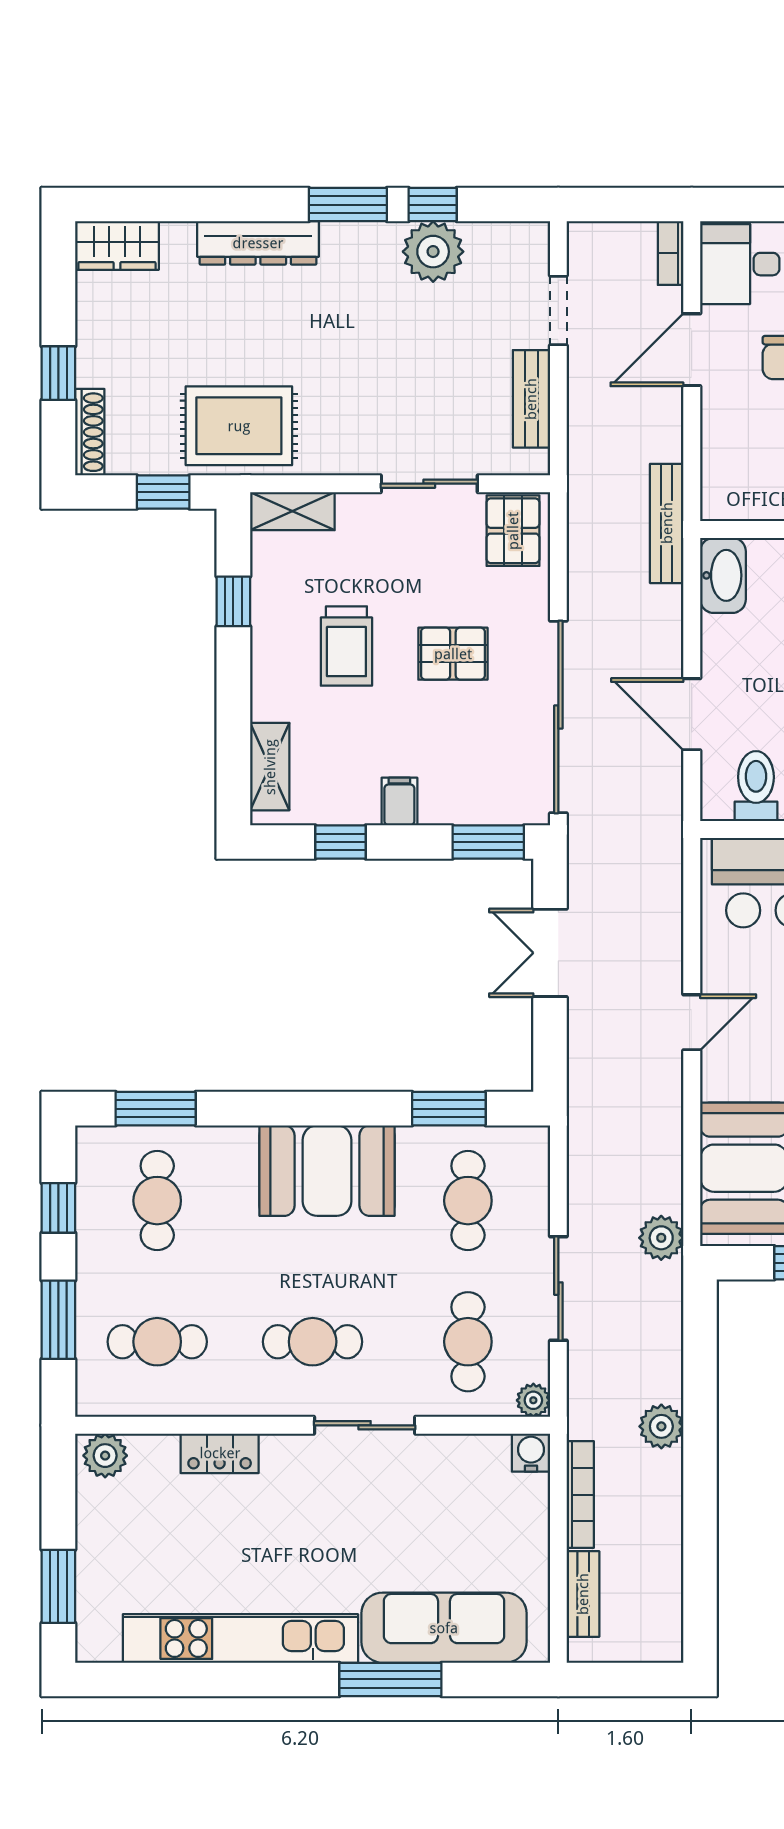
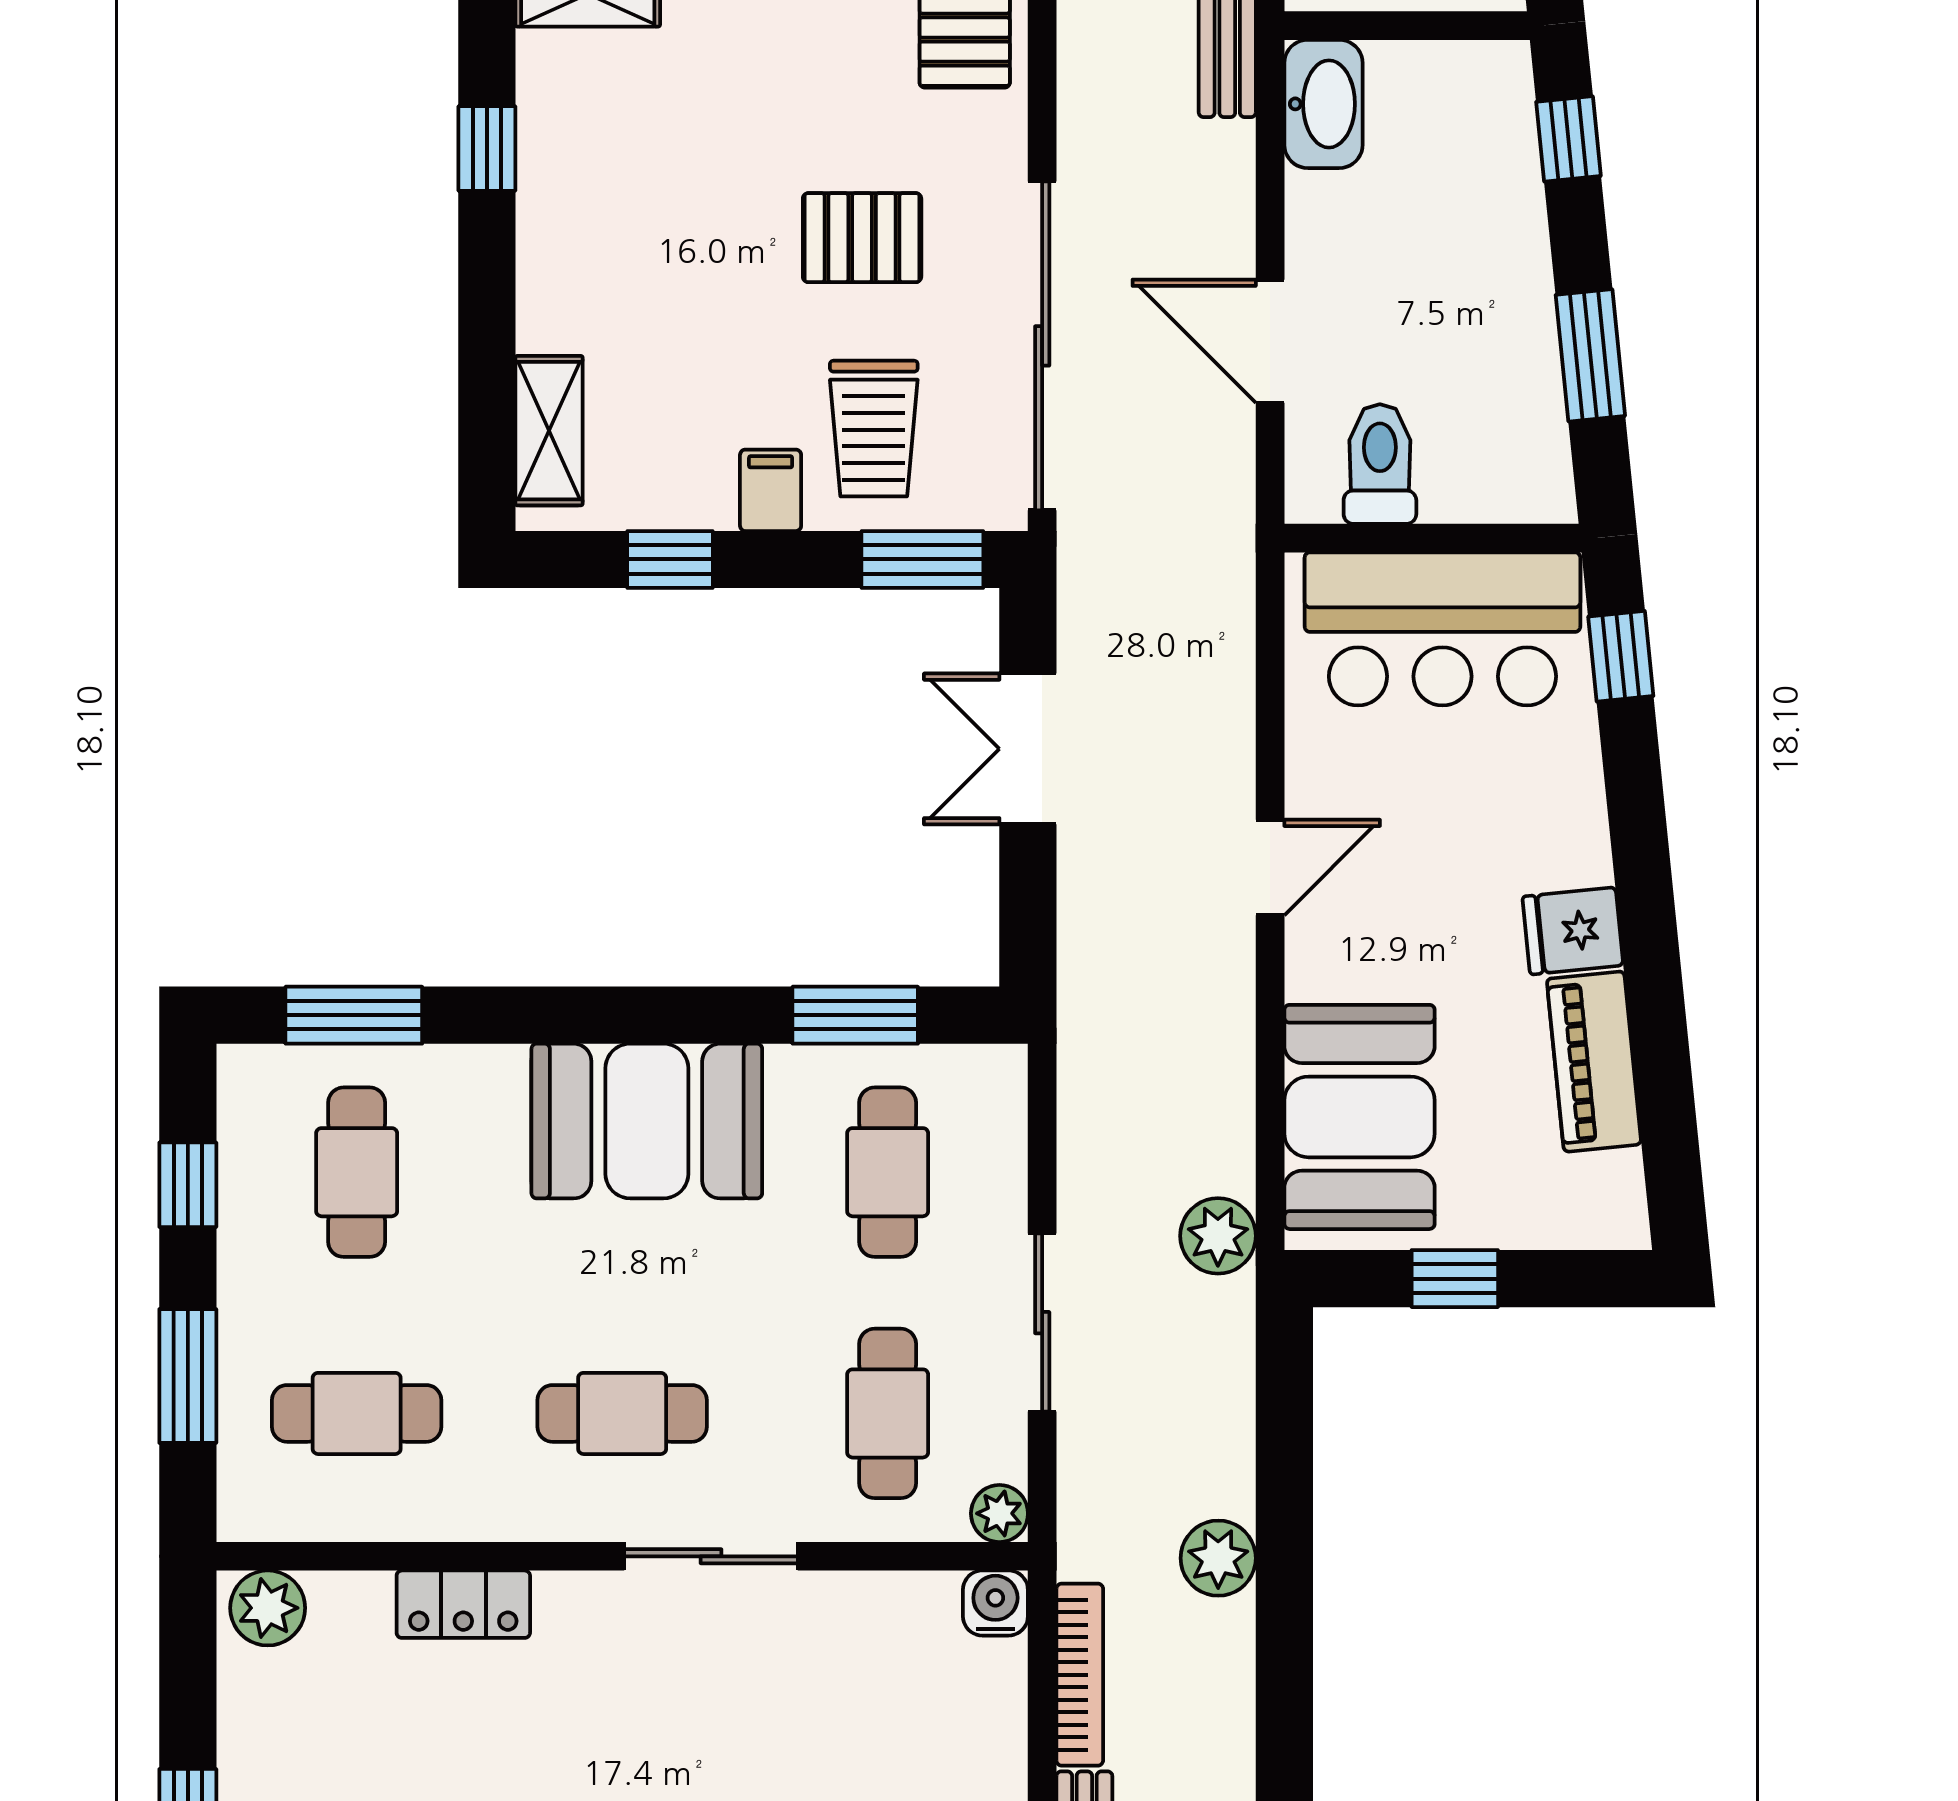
trolley: (346, 646) -> (874, 429), moved

